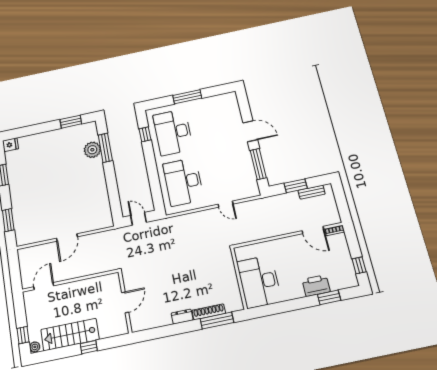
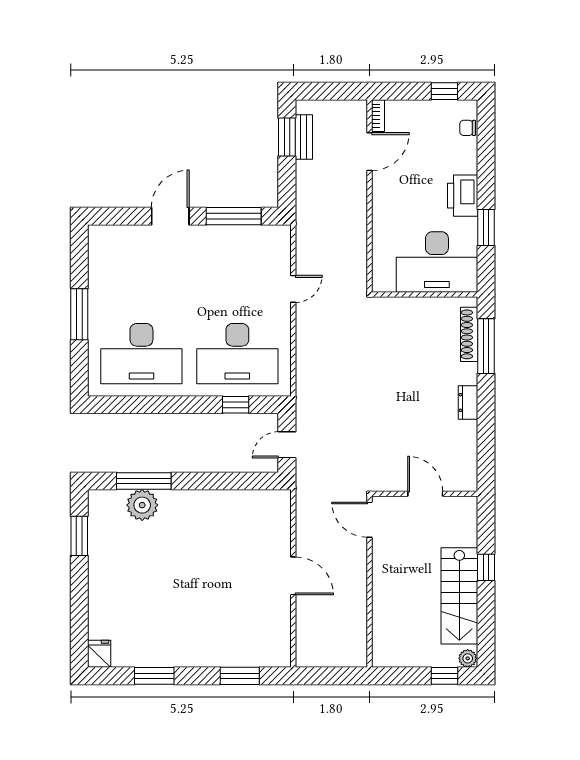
window: (145, 134) -> (236, 405), moved
window: (296, 186) -> (287, 137), moved
chair: (341, 283) -> (468, 128), added
door: (44, 286) -> (369, 520), moved
printer: (316, 286) -> (463, 196), moved
window: (329, 297) -> (486, 228), moved
shoe rack: (209, 312) -> (469, 334), moved

